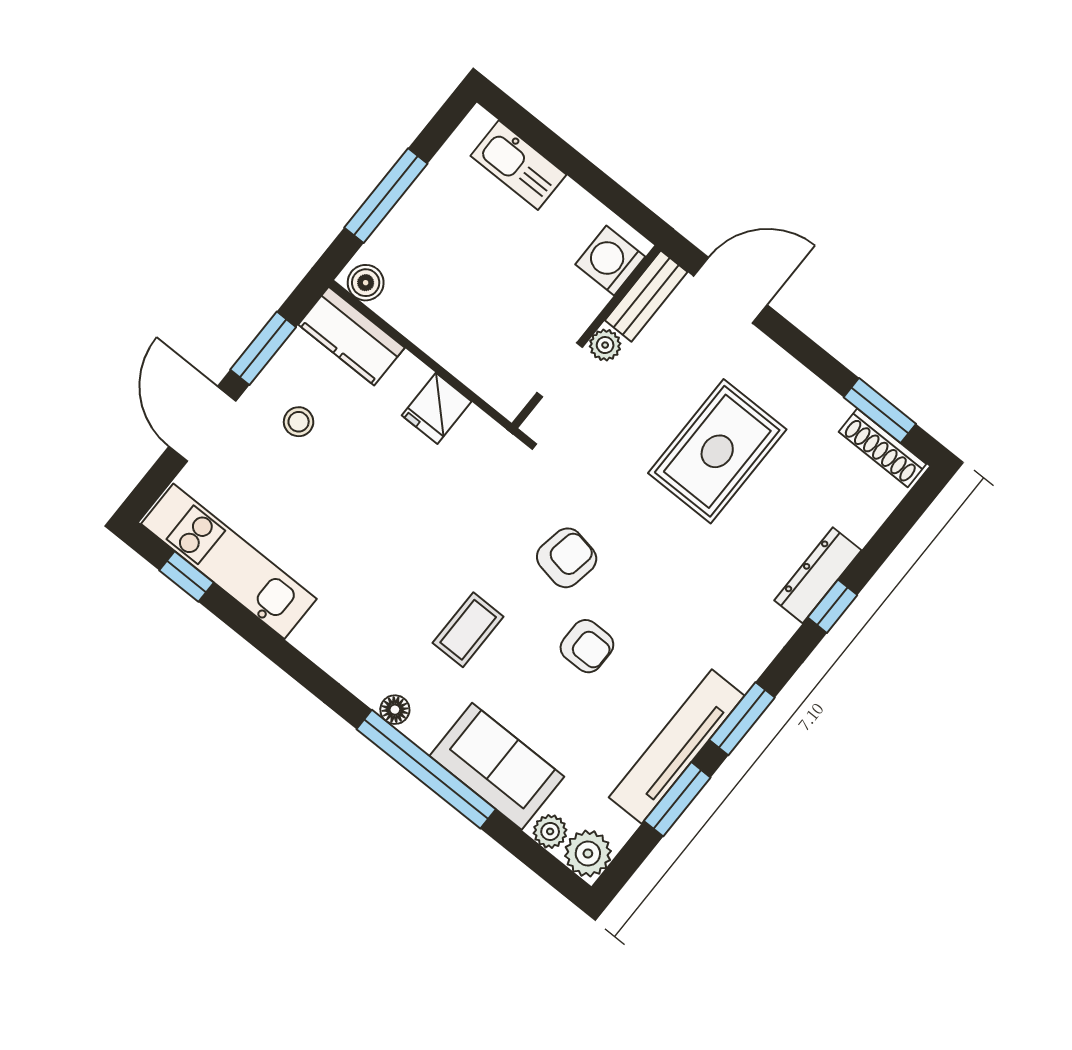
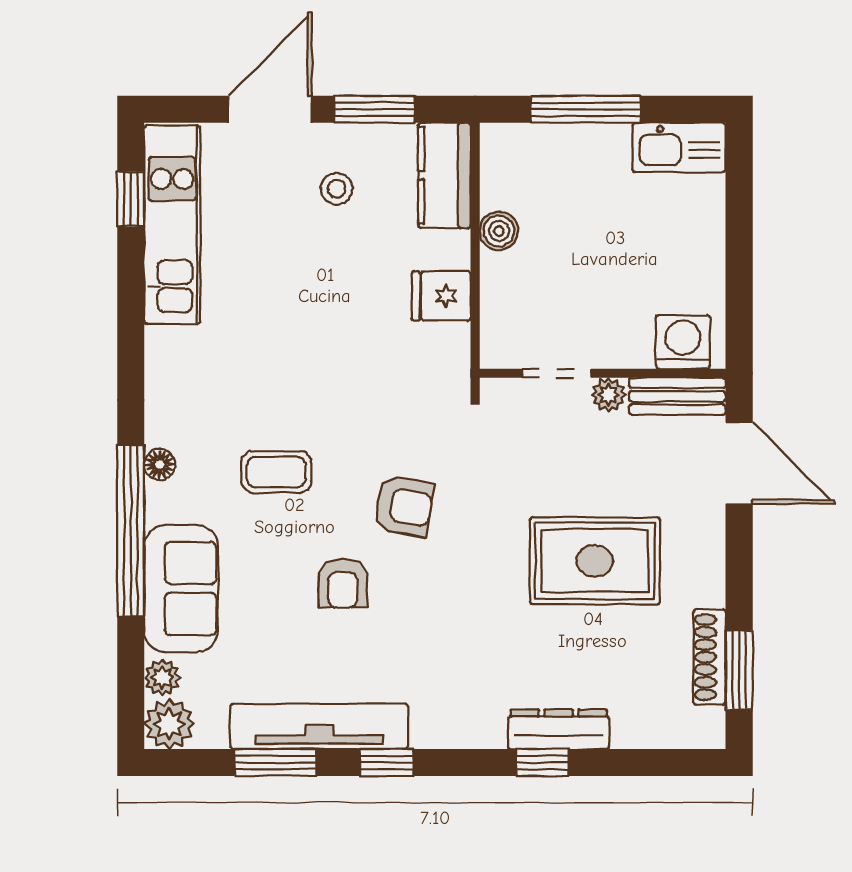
kitchen sink: (518, 165) -> (679, 147), moved, turned -90
boiler: (366, 283) -> (499, 231), moved
shoe rack: (883, 448) -> (710, 657), moved
window: (742, 719) -> (387, 762), width x0.67

